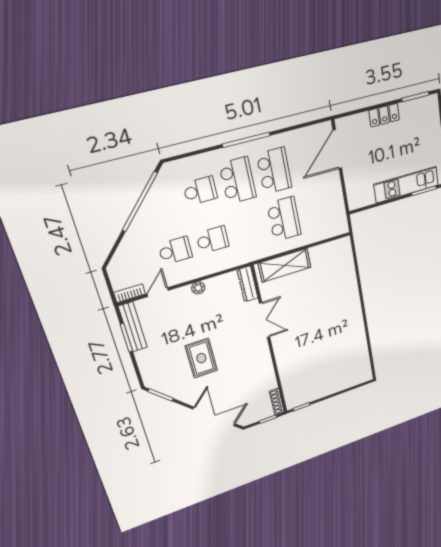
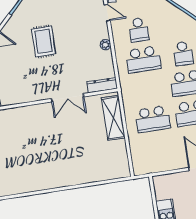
school desk: (213, 240) -> (143, 60), width x1.85
rug: (201, 358) -> (44, 41), turned 90

